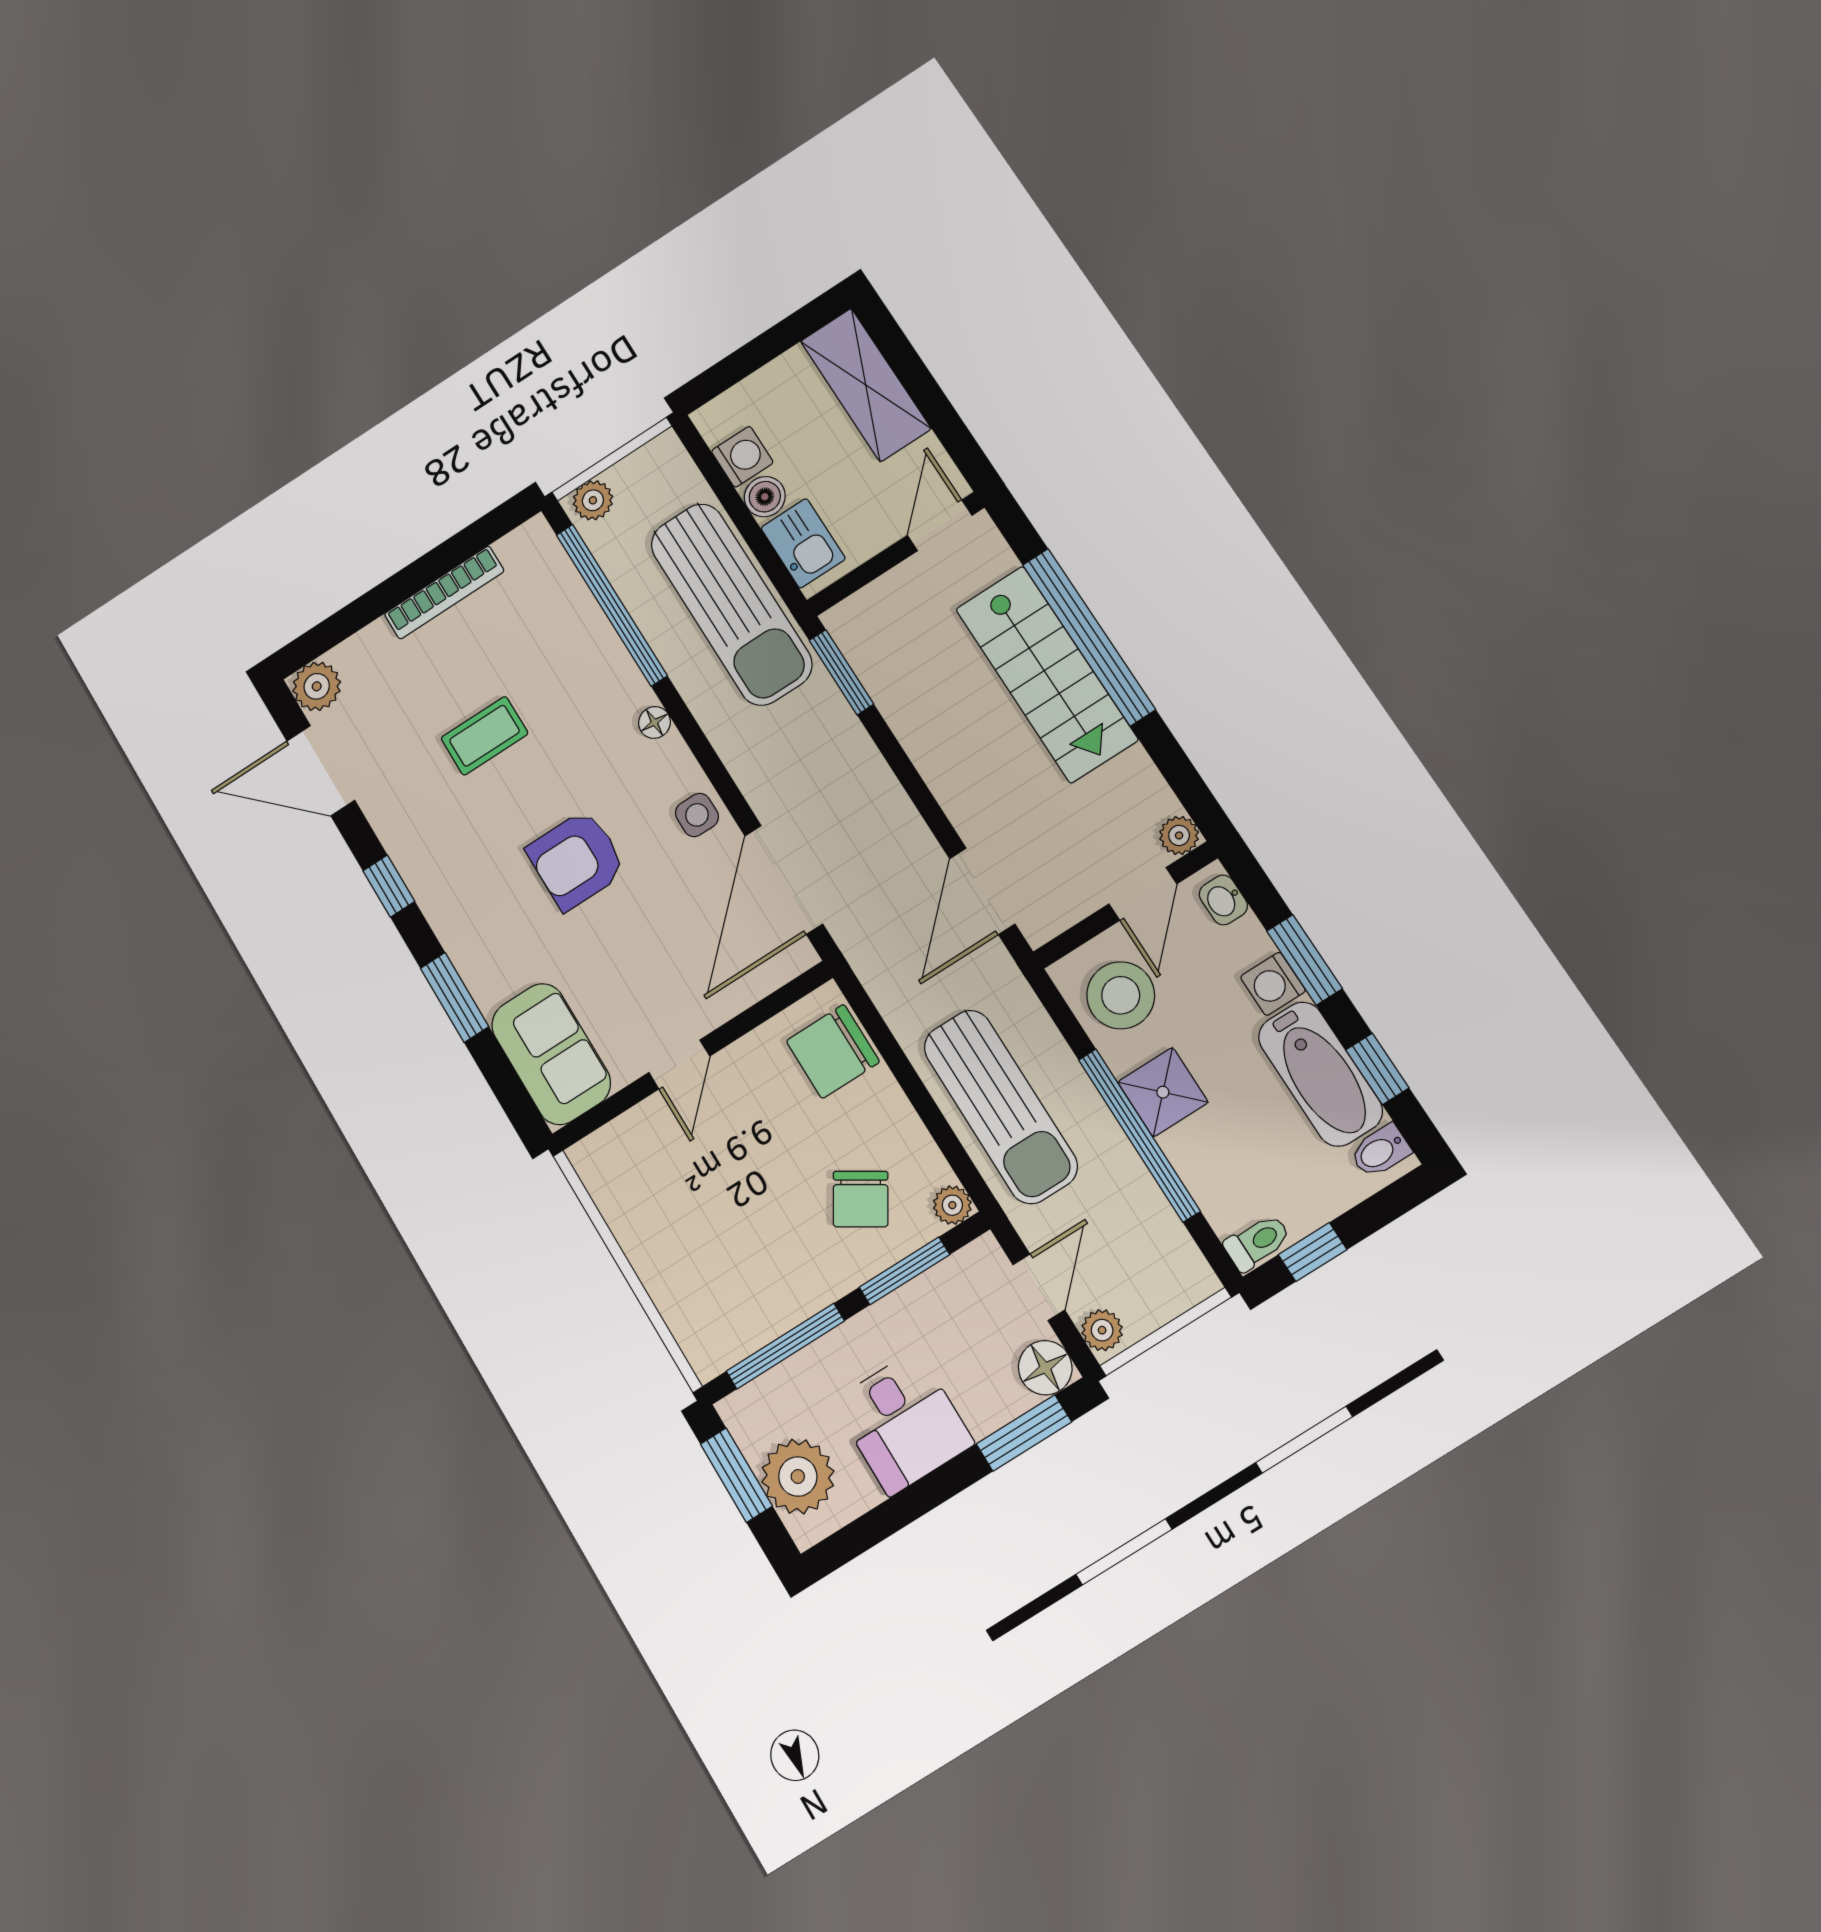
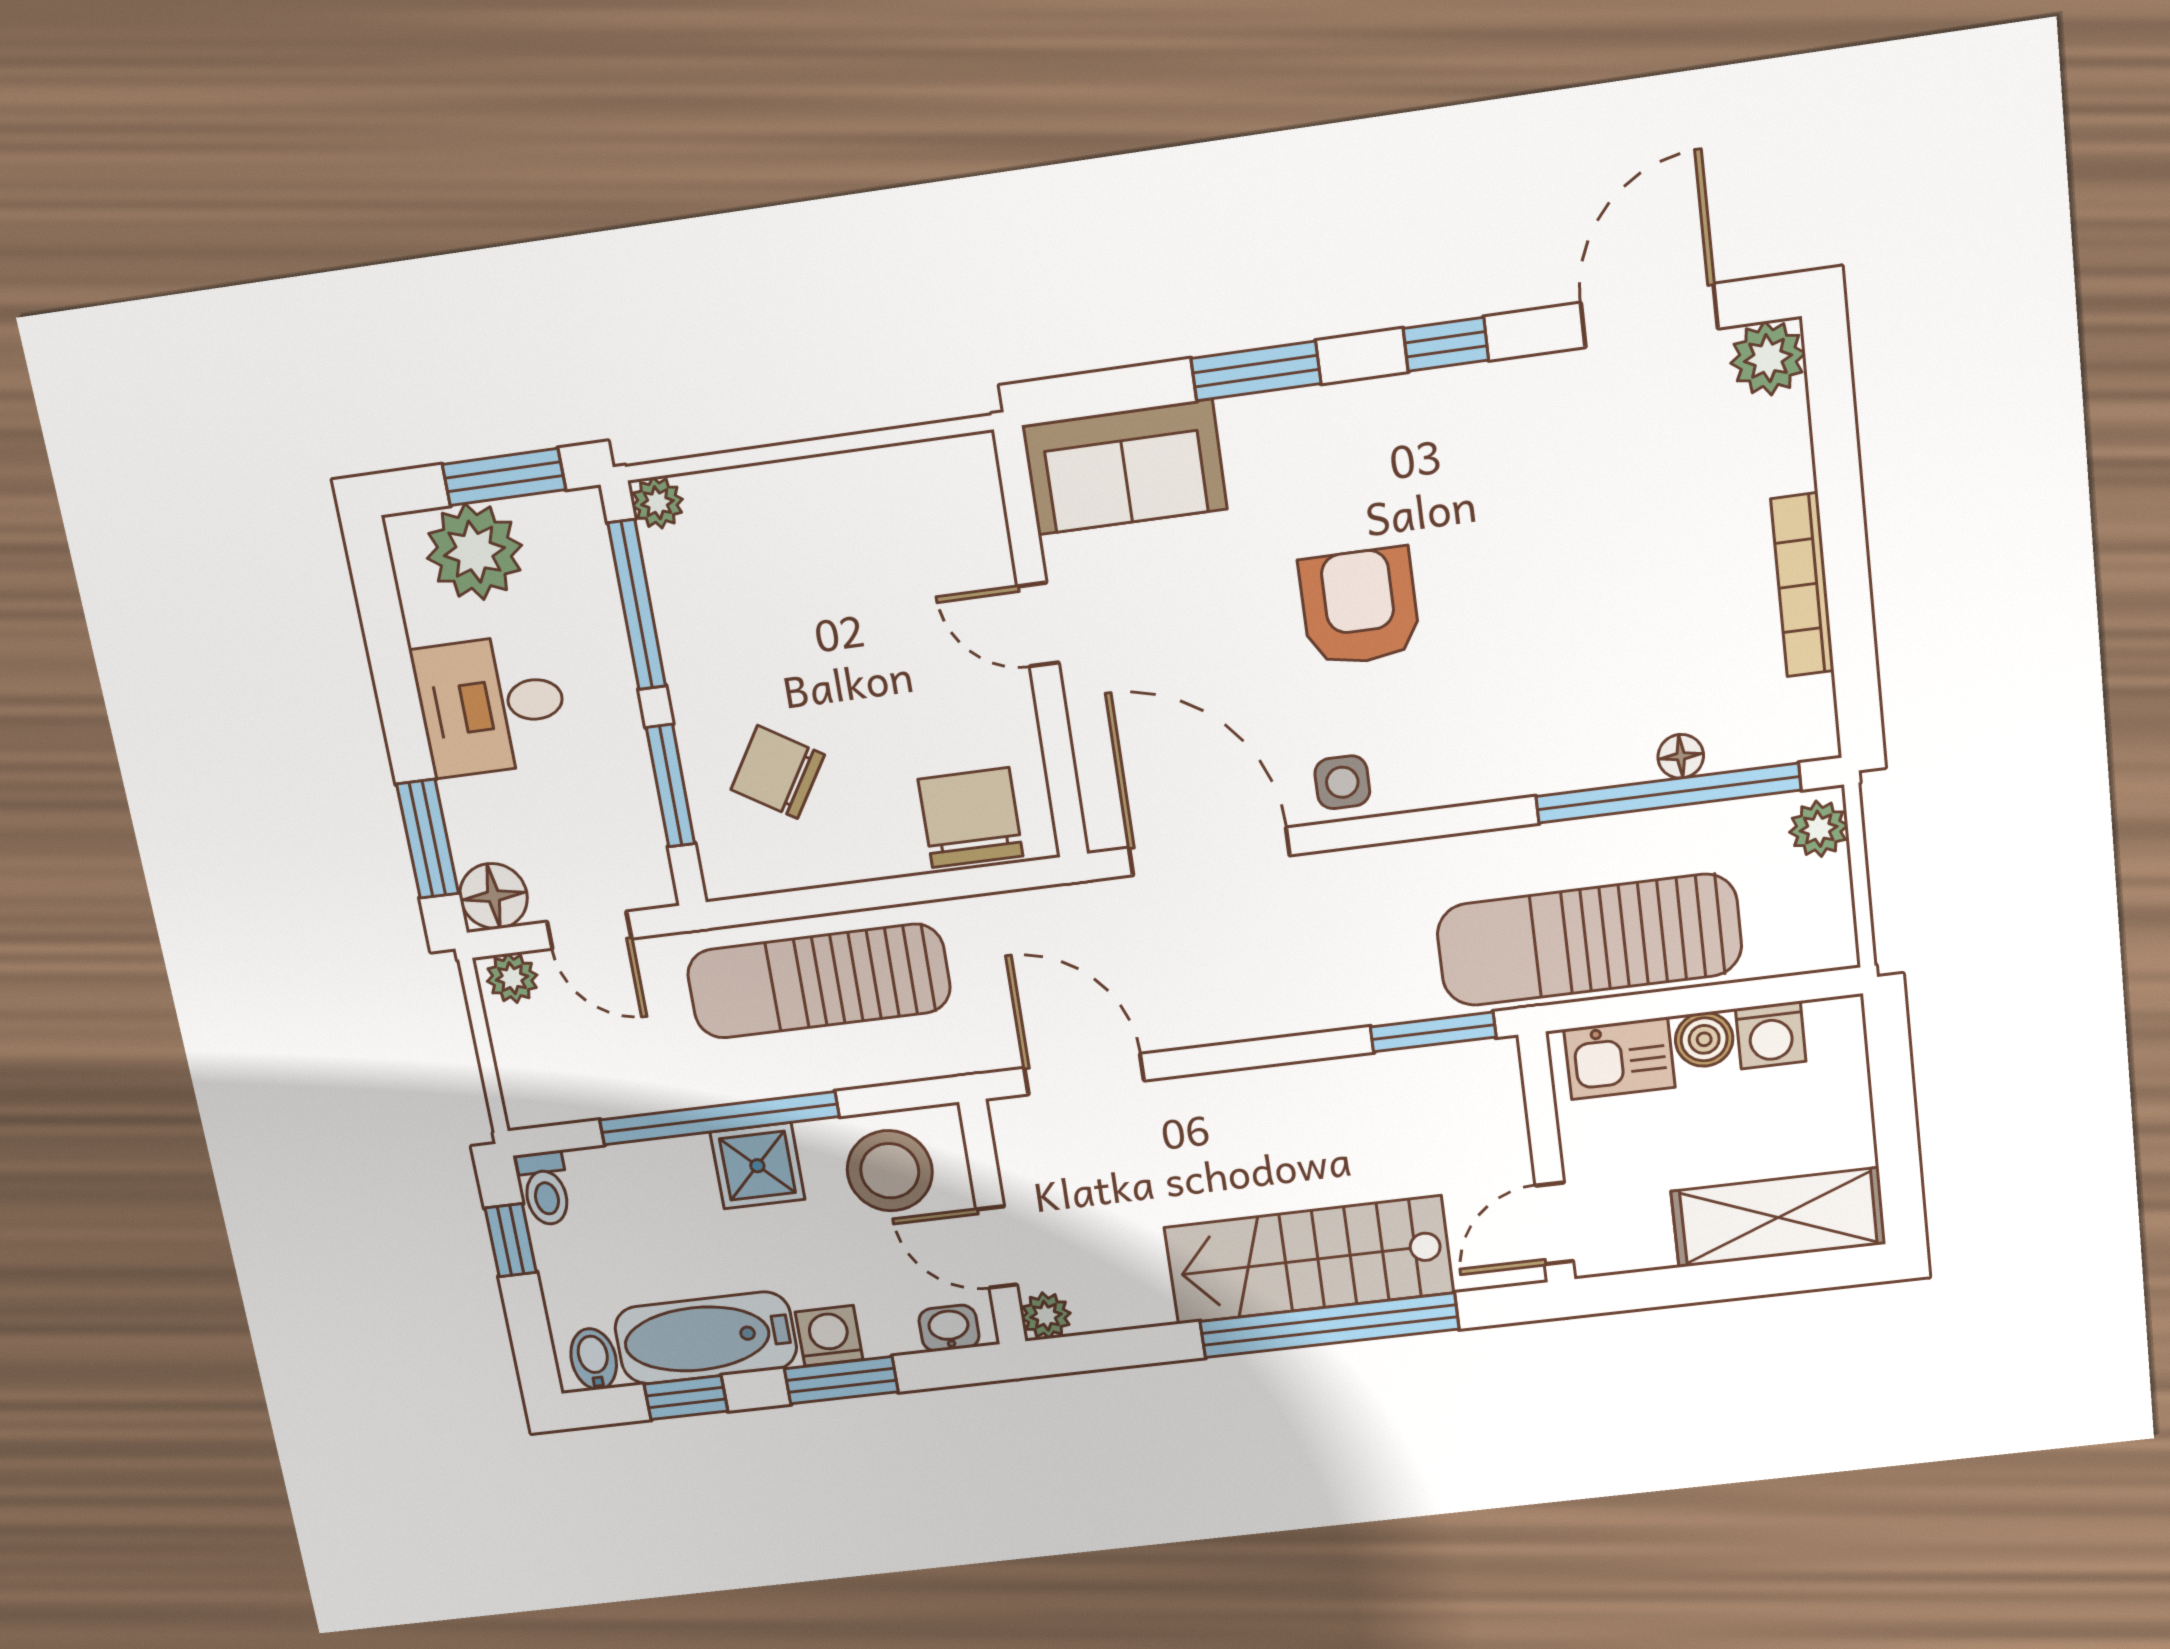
door: (940, 525) -> (1554, 1223), swing flipped
floor lamp: (654, 722) -> (1681, 756), moved
coffee table: (484, 736) -> (1582, 557), removed
plant: (952, 1205) -> (657, 503), moved

